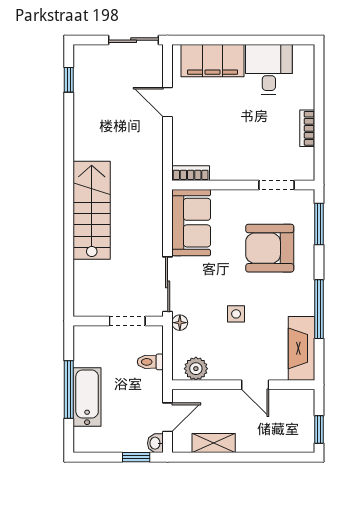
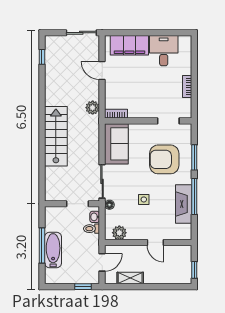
plant: (152, 163) -> (93, 108), added
window: (319, 224) -> (194, 157), moved
fireplace: (302, 348) -> (184, 204), moved
washbasin: (155, 443) -> (95, 217), moved

